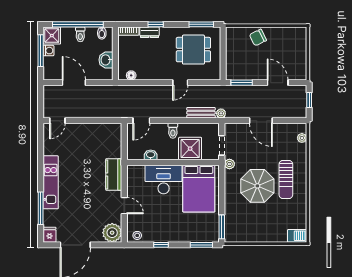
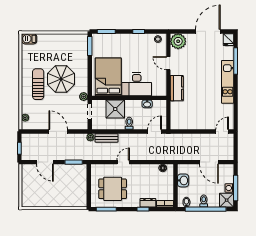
chair: (258, 37) -> (61, 199), removed

